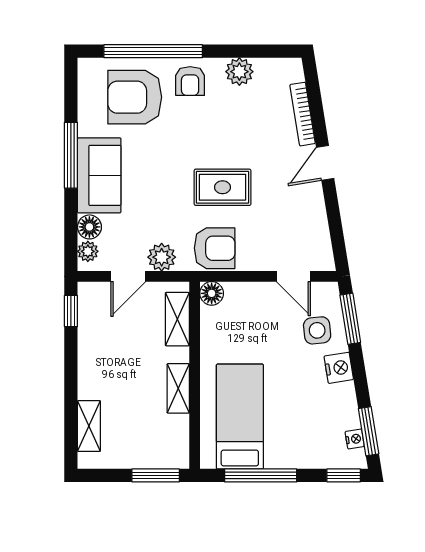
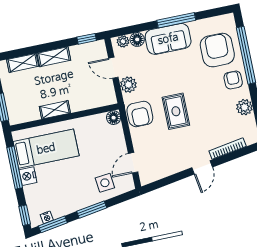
armchair: (190, 81) -> (233, 80), turned 90
door: (325, 163) -> (202, 167), swing flipped
shelving: (177, 319) -> (54, 57), moved
window: (350, 319) -> (92, 210), moved
nightstand: (339, 368) -> (28, 176), moved, turned 99

